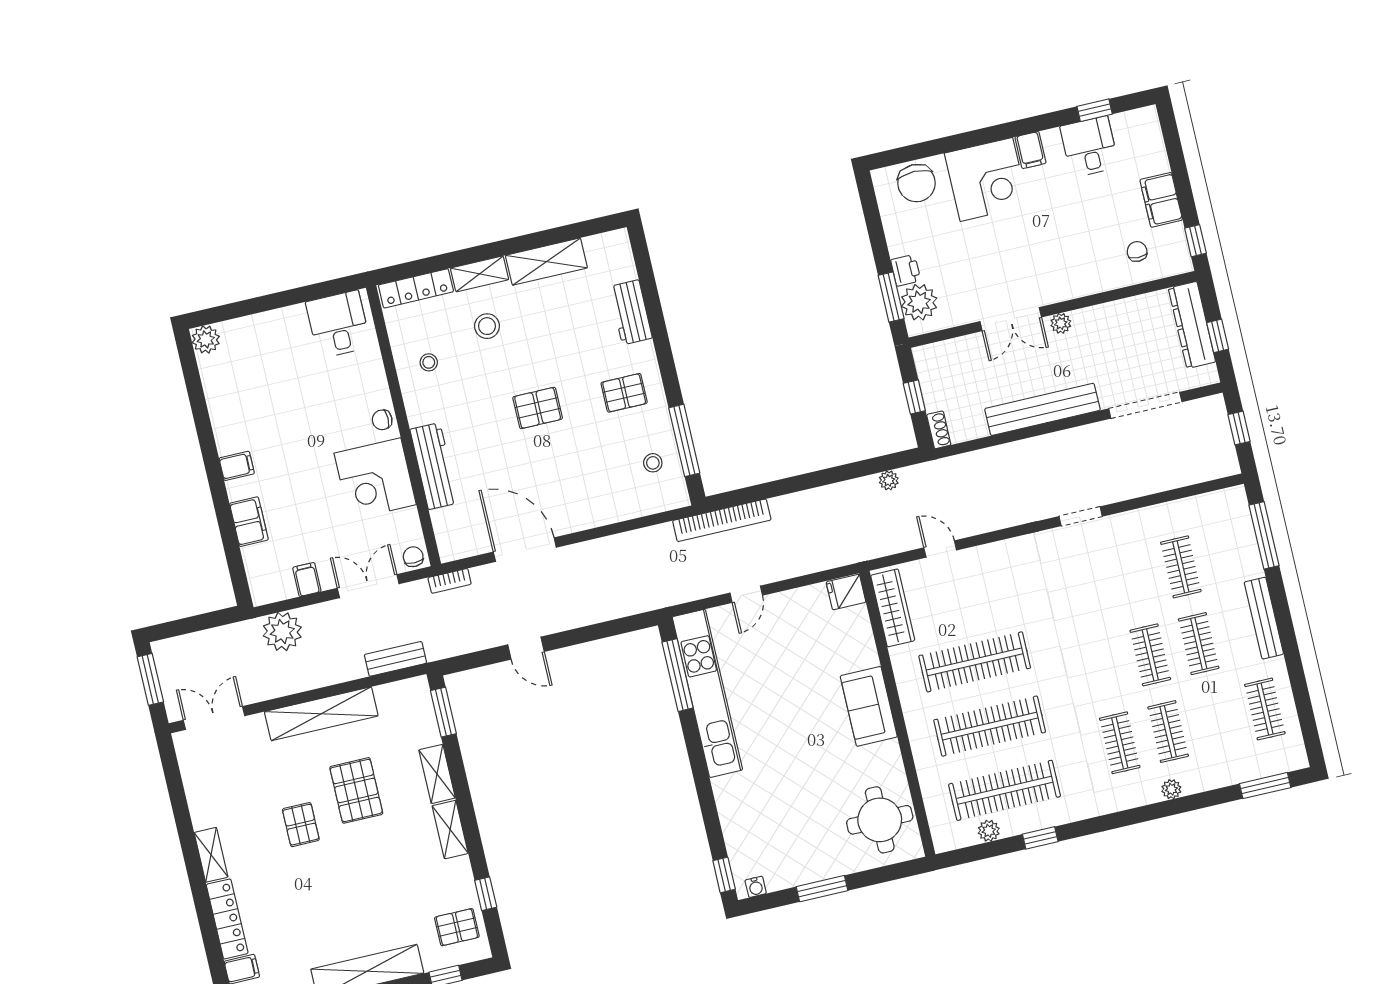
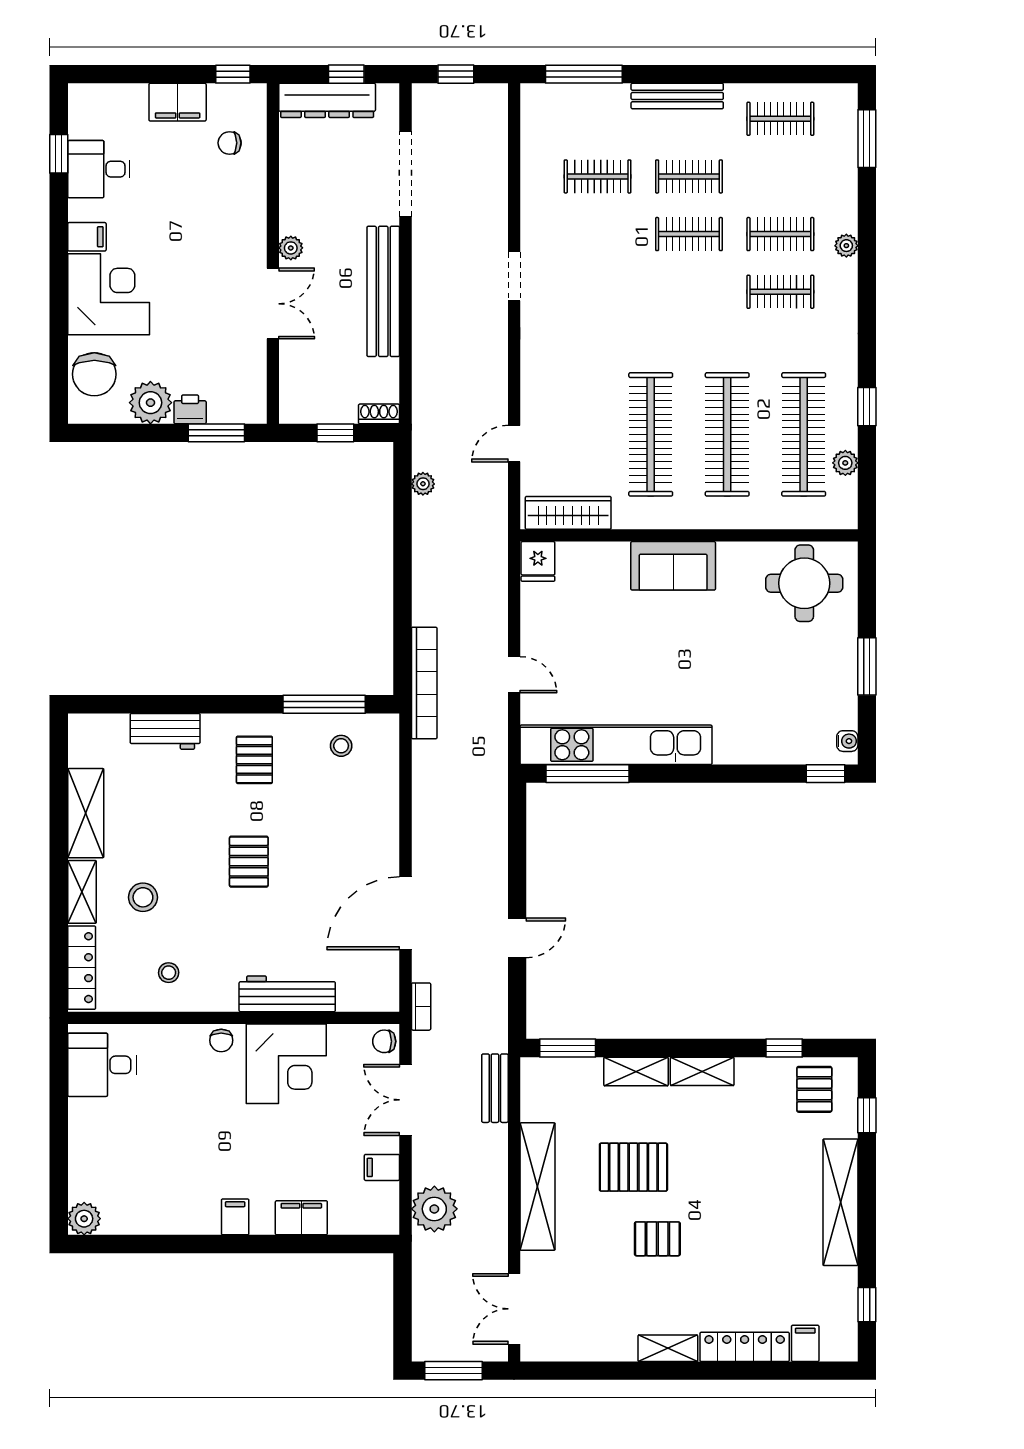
chair: (916, 183) -> (94, 374), turned 90
plant: (919, 302) -> (150, 403), moved

